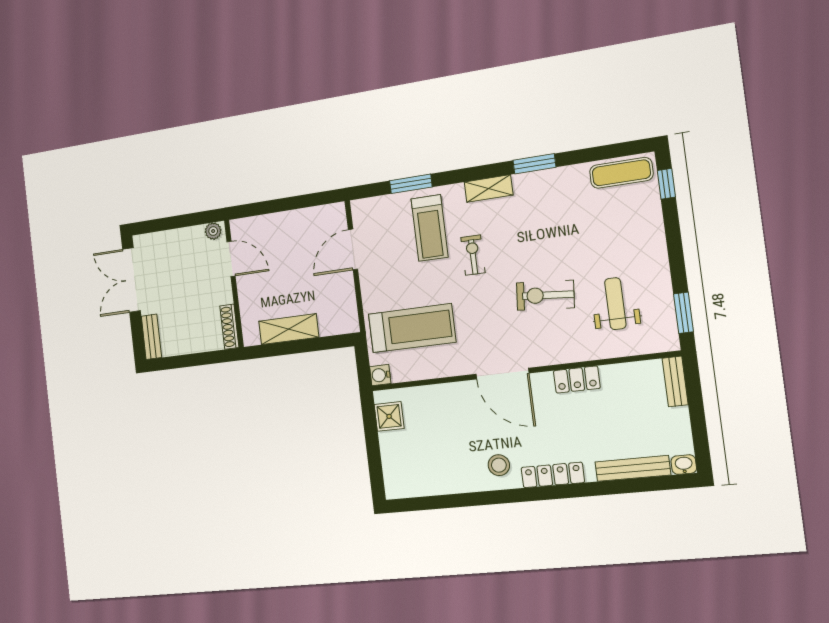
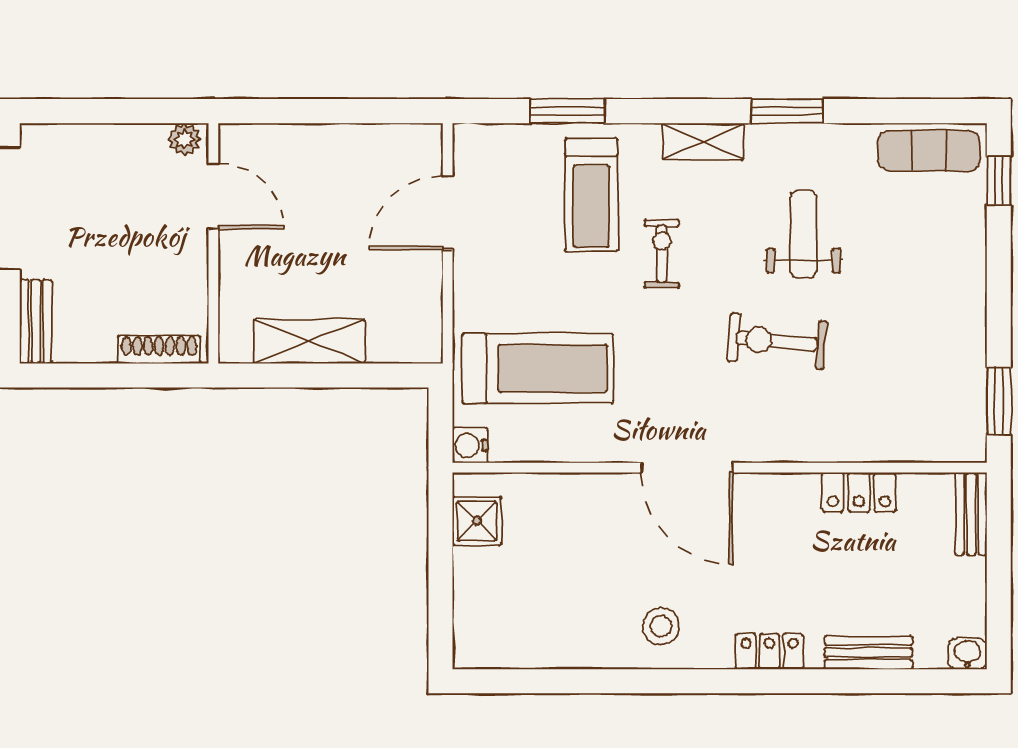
weight bench: (615, 304) -> (804, 234), moved
shoe rack: (229, 327) -> (159, 350), moved, turned 90
locker: (577, 379) -> (859, 492), moved
bench: (633, 468) -> (869, 653), width x0.73
locker: (553, 475) -> (769, 651), width x0.66

